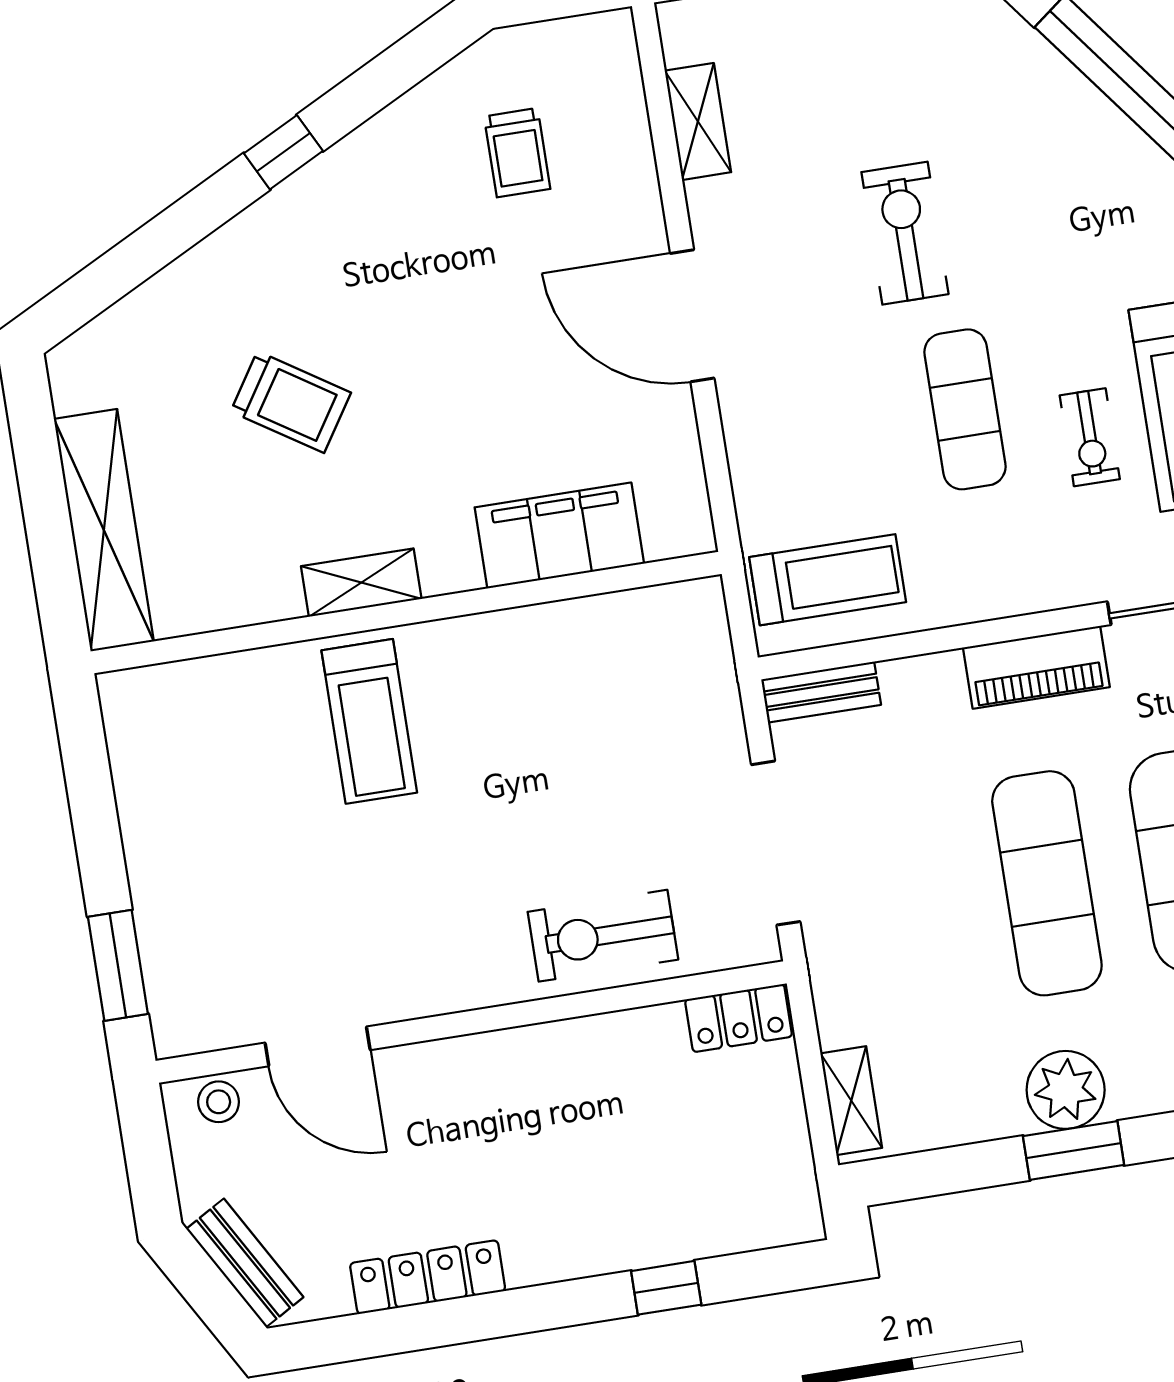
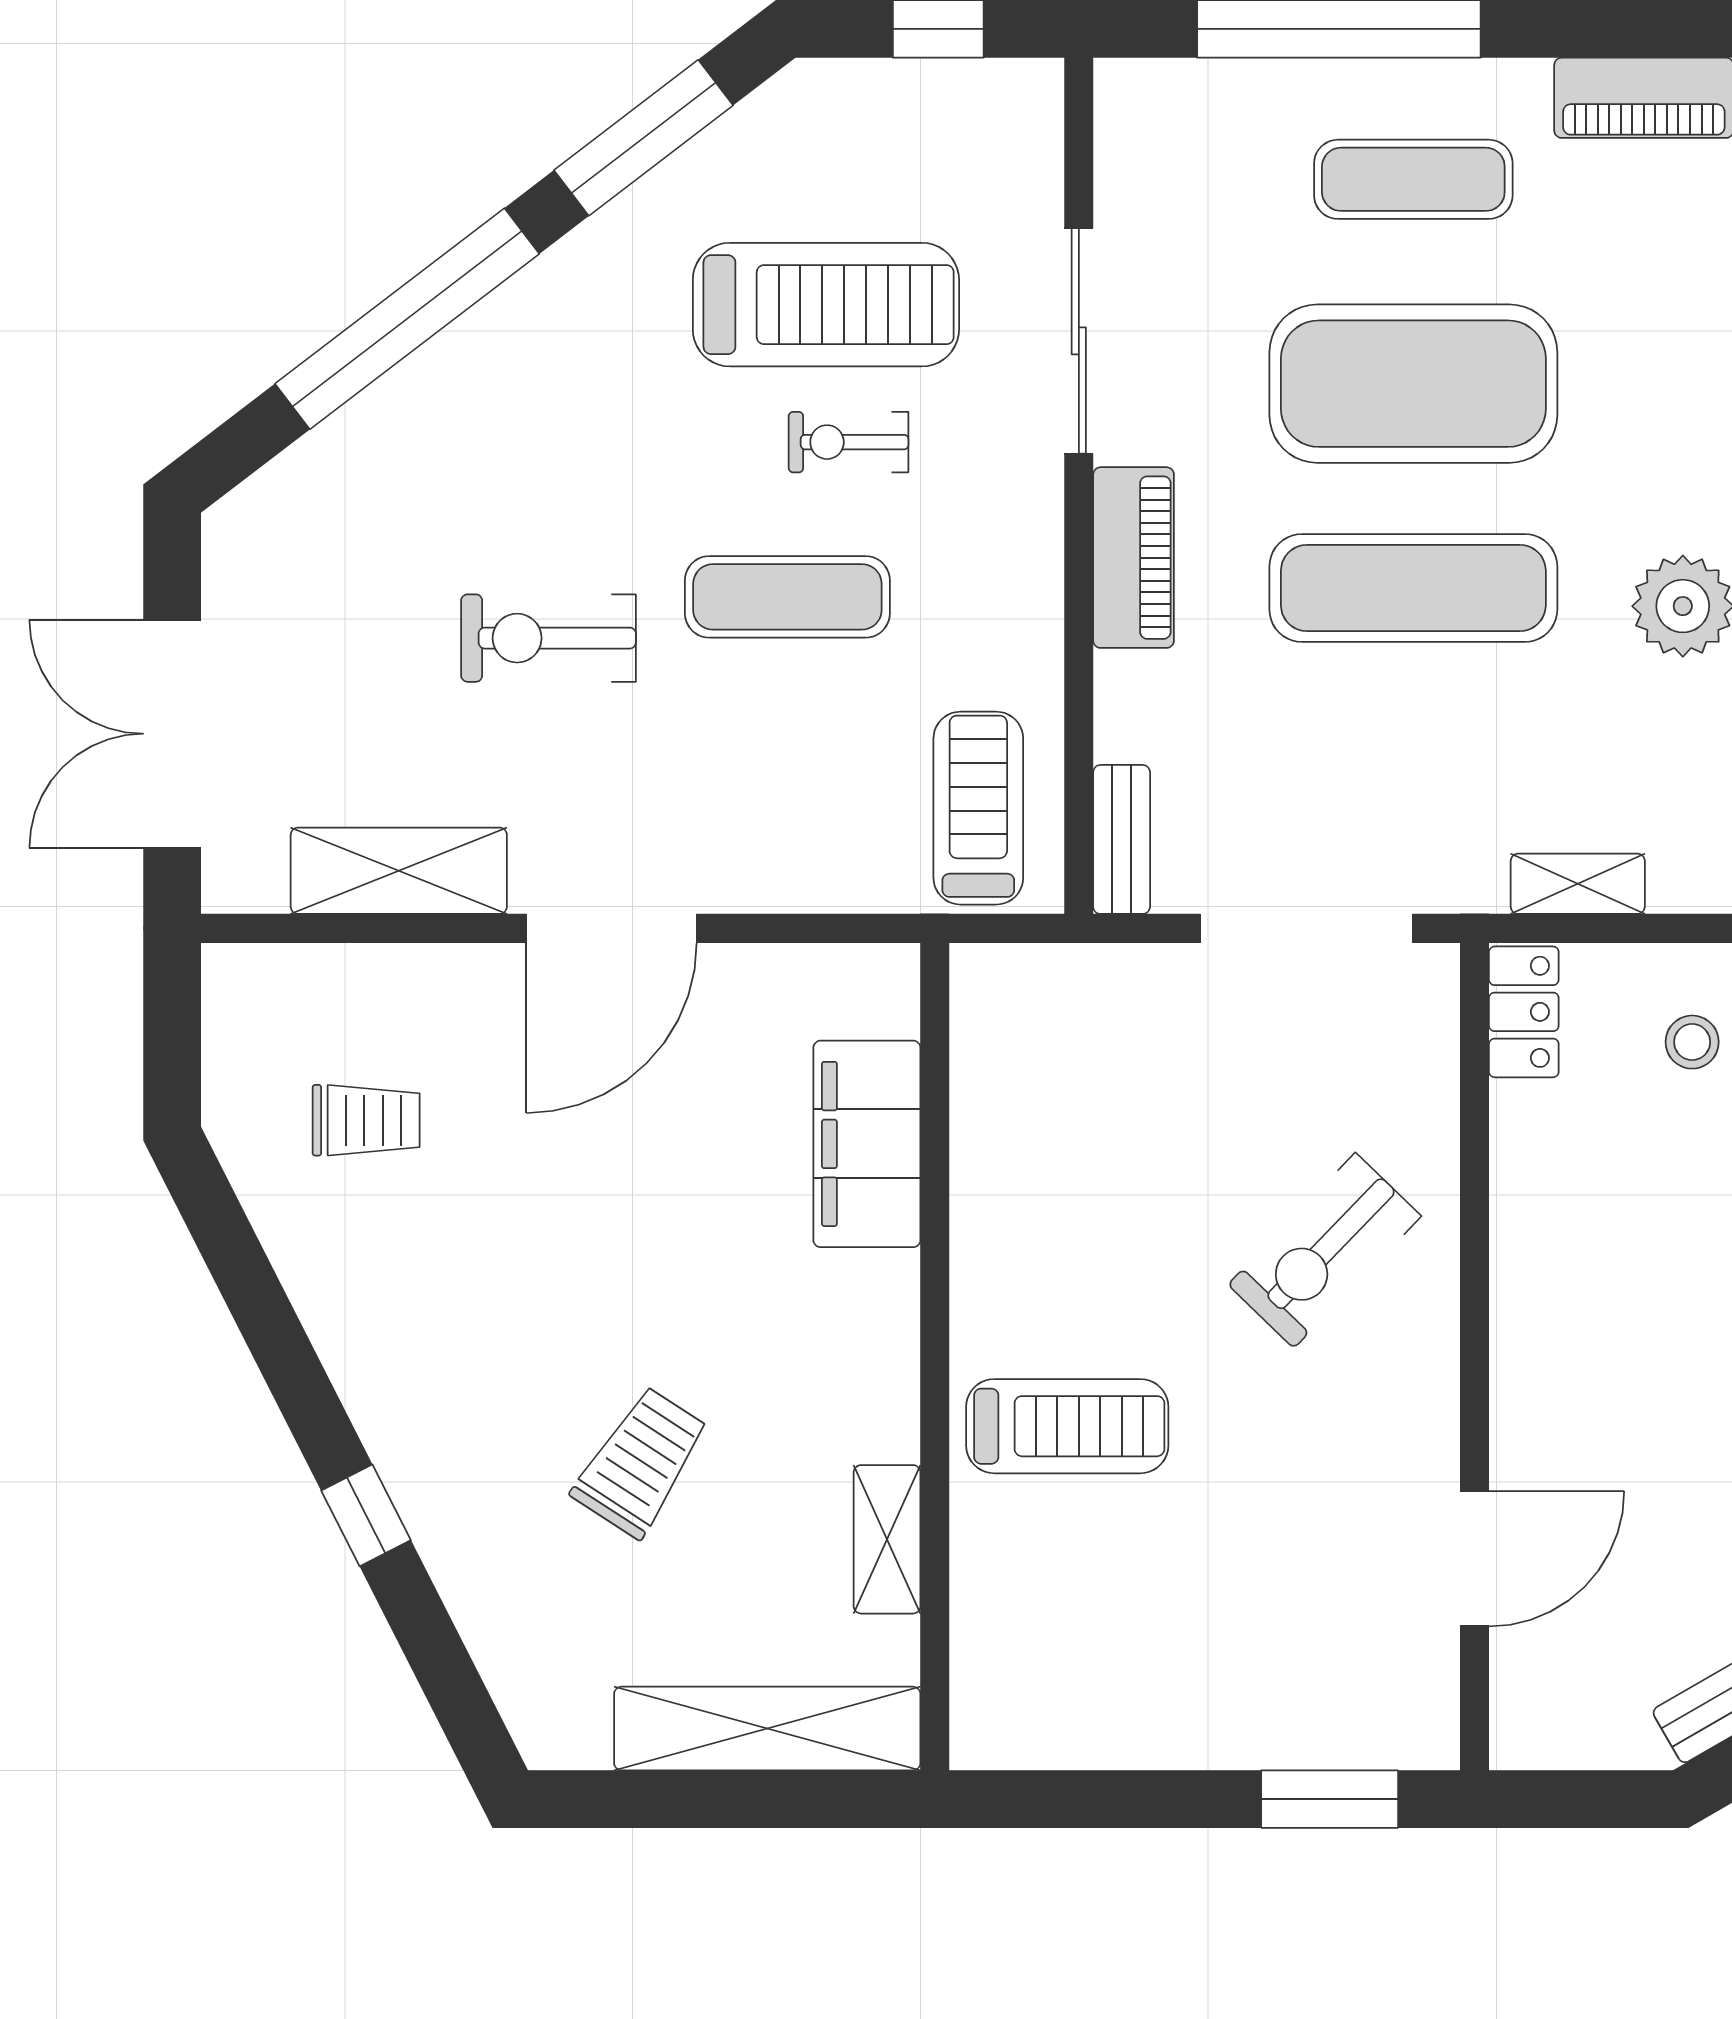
shelving: (698, 121) -> (399, 871), width x1.50, depth x1.33
window: (283, 152) -> (366, 1515), moved
exercise bike: (1090, 437) -> (849, 442), turned 180
shelving: (361, 583) -> (887, 1539), moved
exercise bike: (603, 936) -> (1325, 1250), moved, turned 44
shelving: (851, 1101) -> (1578, 884), moved
stool: (219, 1102) -> (1692, 1042), moved

